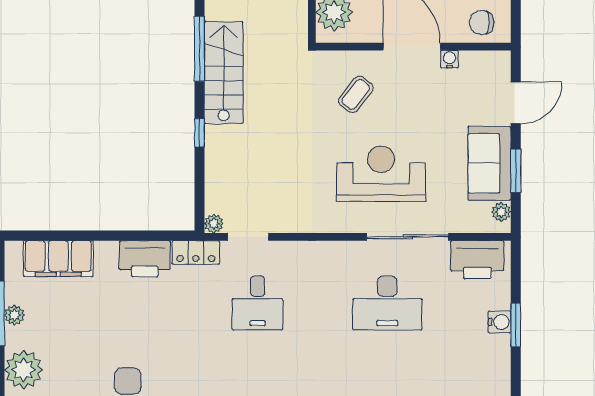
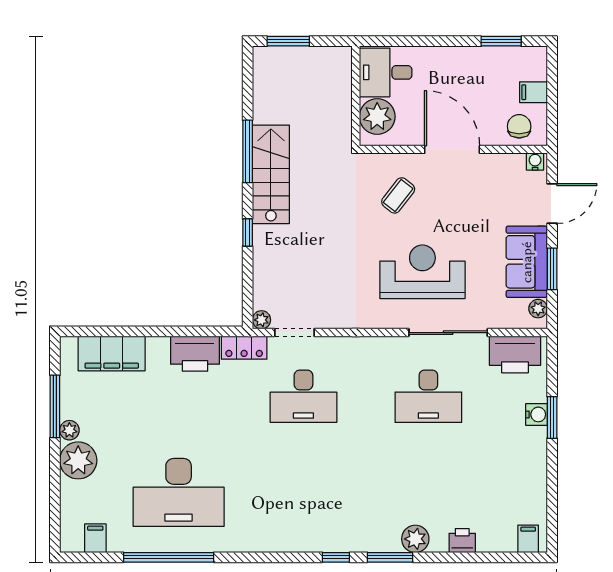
chair: (482, 23) -> (519, 126), turned 90
water cooler: (450, 59) -> (535, 161), moved
desk: (258, 303) -> (303, 396), width x1.37
plant: (14, 315) -> (69, 430), moved

